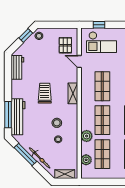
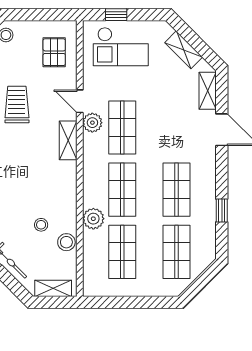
door: (79, 61) -> (80, 101), moved
trolley: (45, 93) -> (17, 105), moved
stool: (57, 123) -> (66, 242), moved
plant: (86, 160) -> (92, 123), moved

